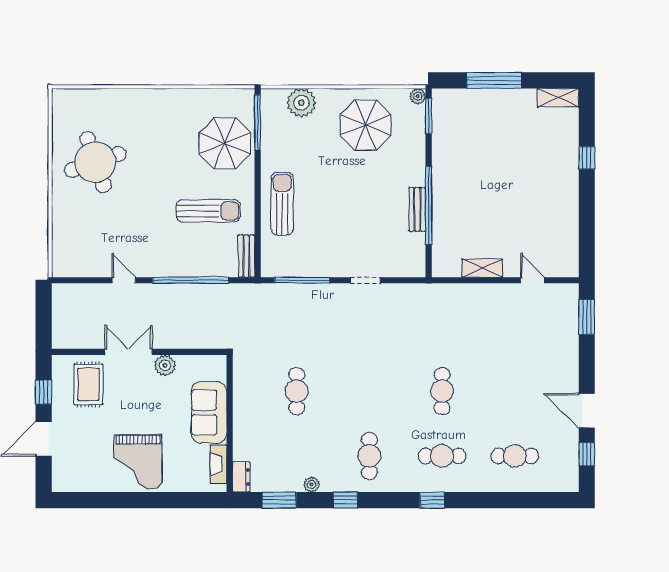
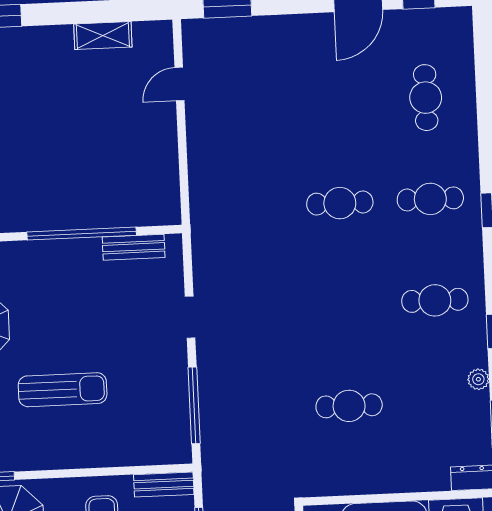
sun lounger: (282, 204) -> (63, 390), moved, turned 180
bench: (417, 209) -> (134, 247), moved
shelving: (482, 268) -> (103, 36), moved, turned 90
cafe table: (442, 456) -> (430, 199), turned 90

